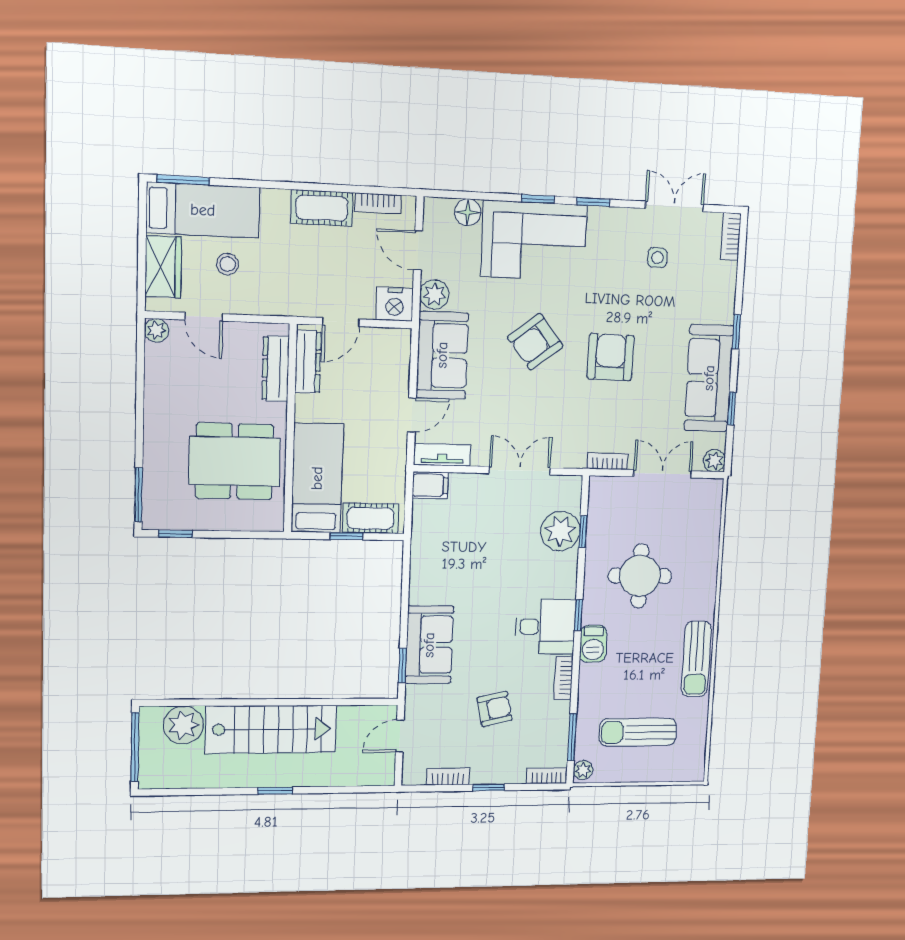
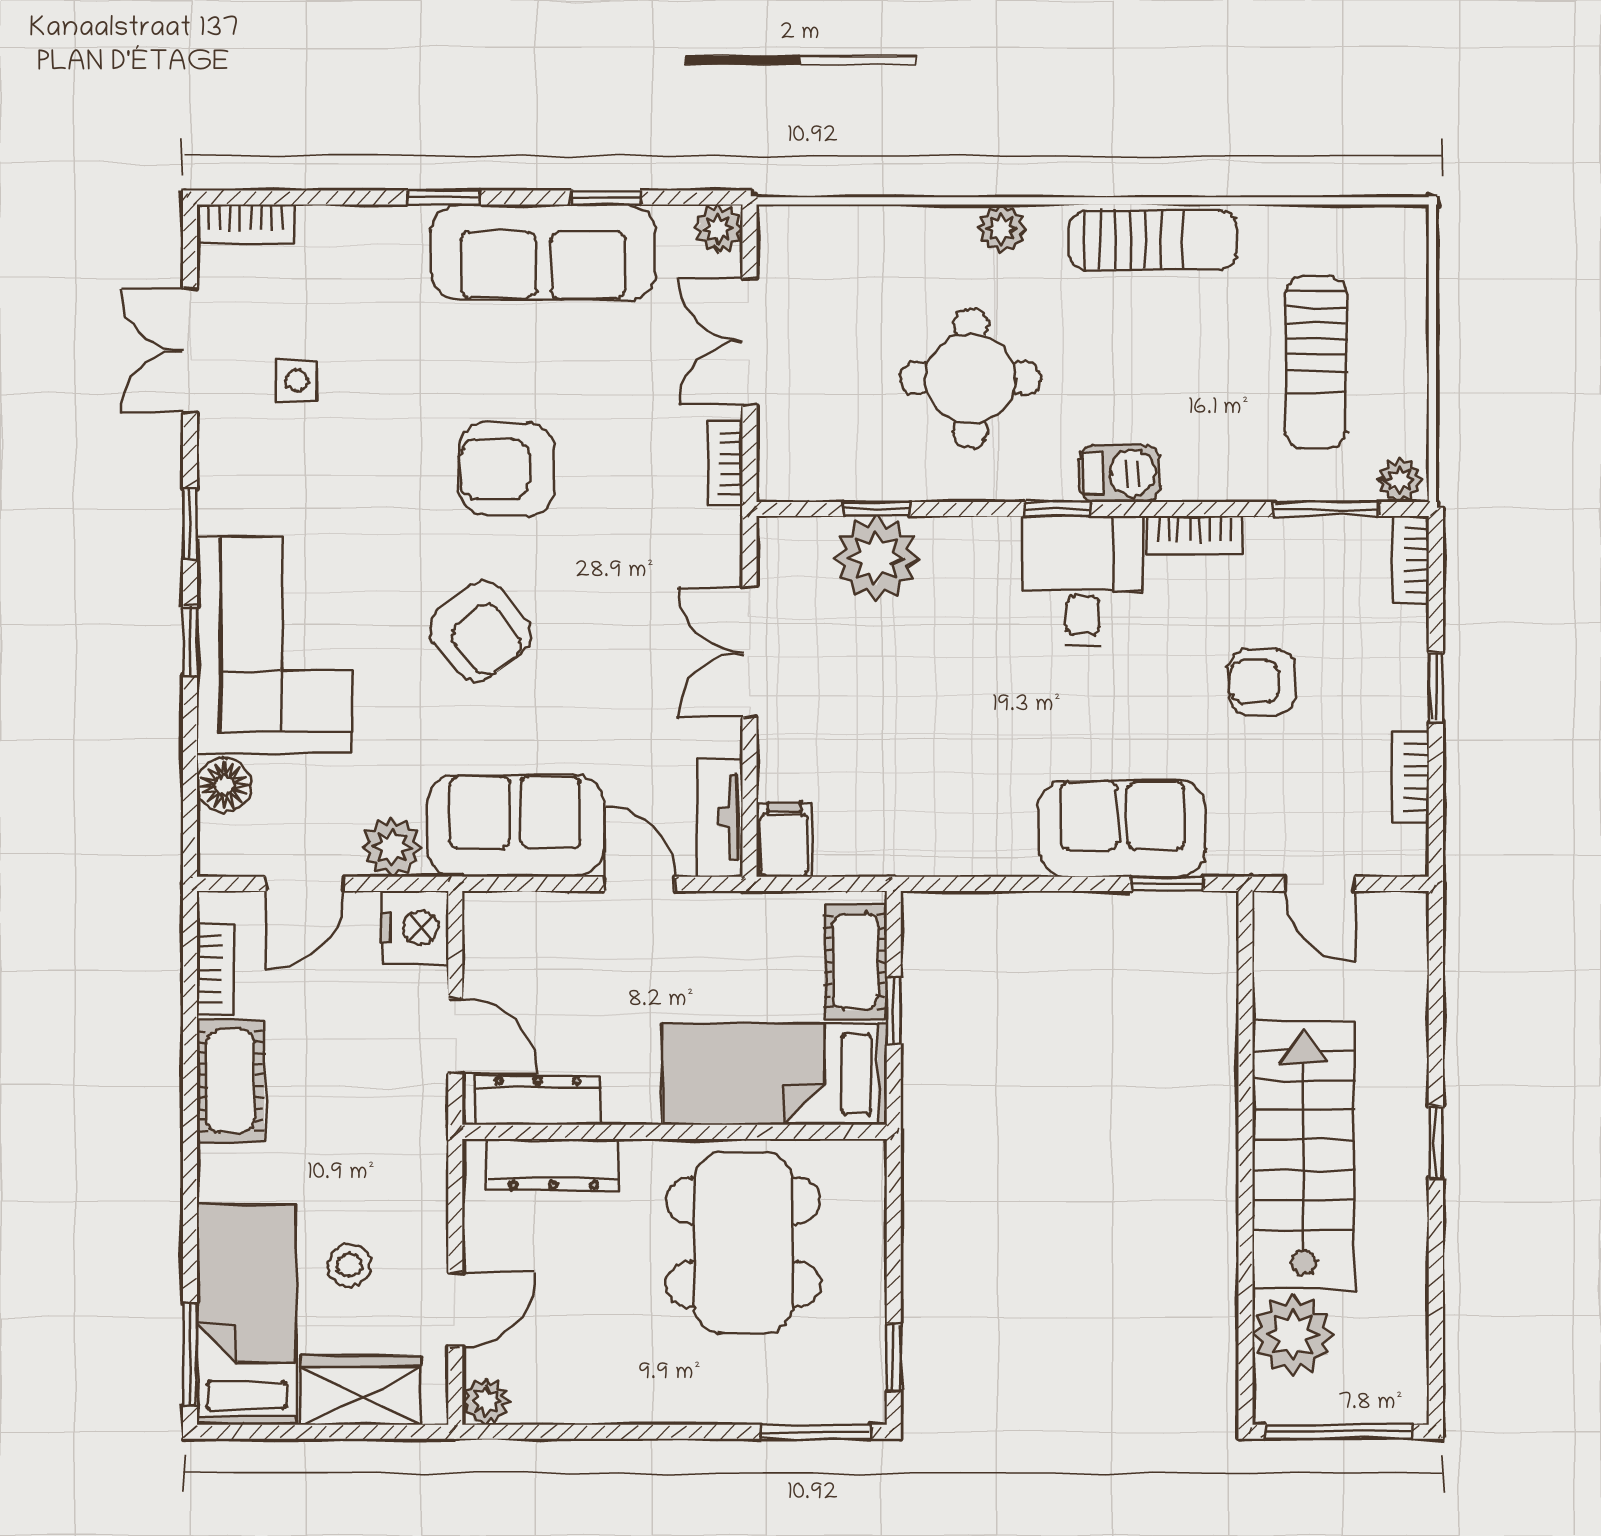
plant: (706, 591) -> (1002, 229), added
armchair: (495, 709) -> (1262, 682), turned -77

